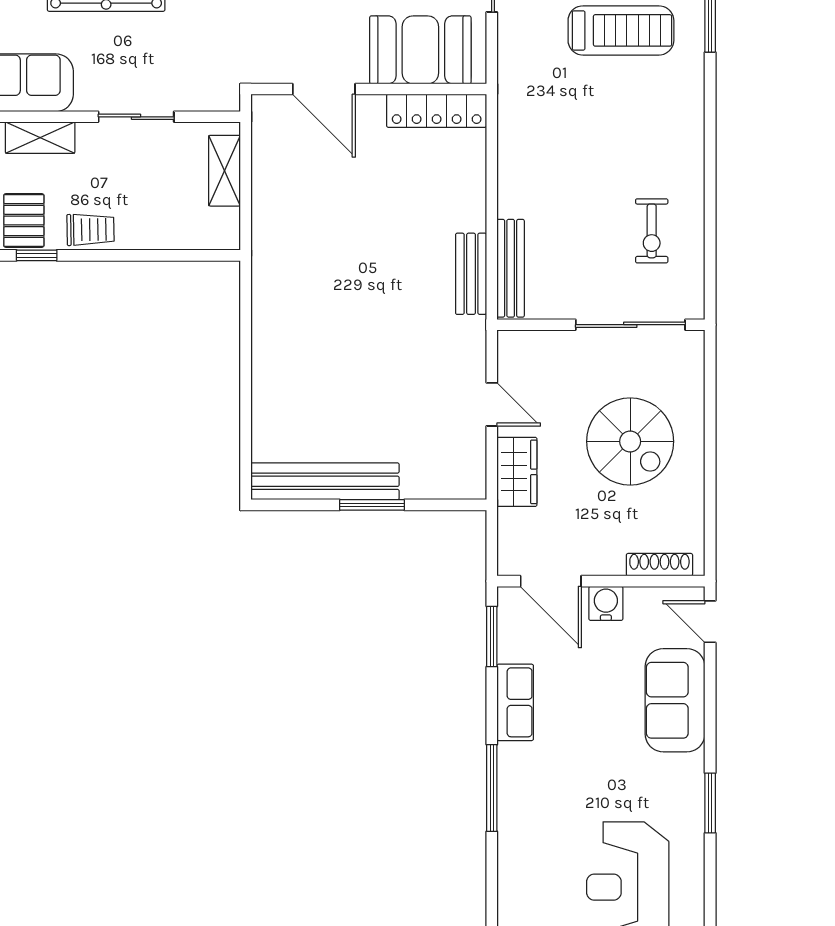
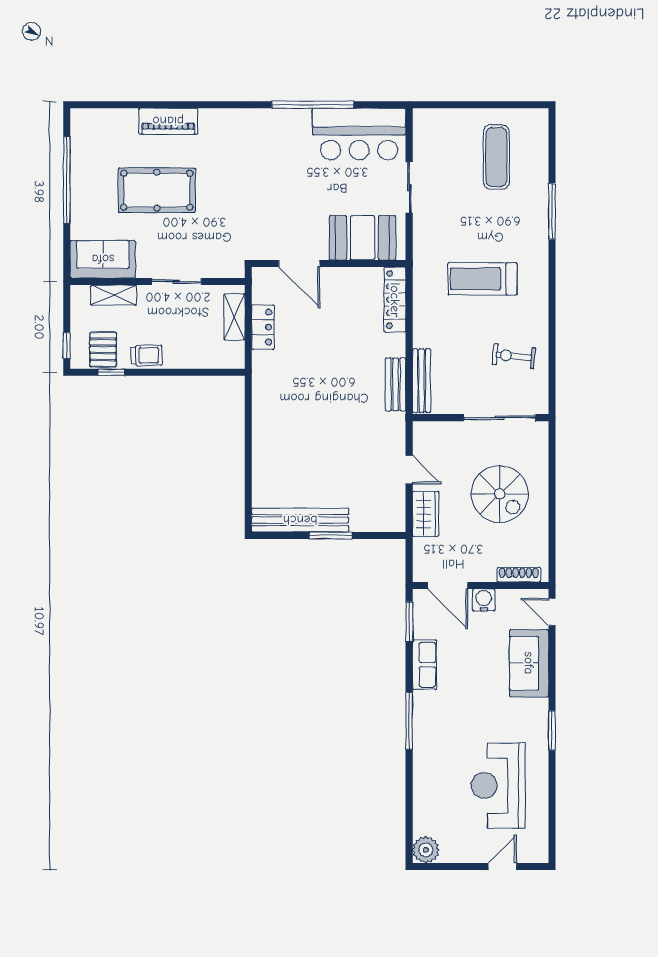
treadmill: (621, 30) -> (482, 279), moved, turned 180
locker: (437, 111) -> (395, 300), moved, turned 90
locker: (268, 186) -> (263, 327), added
exercise bike: (652, 231) -> (514, 356), turned 96

